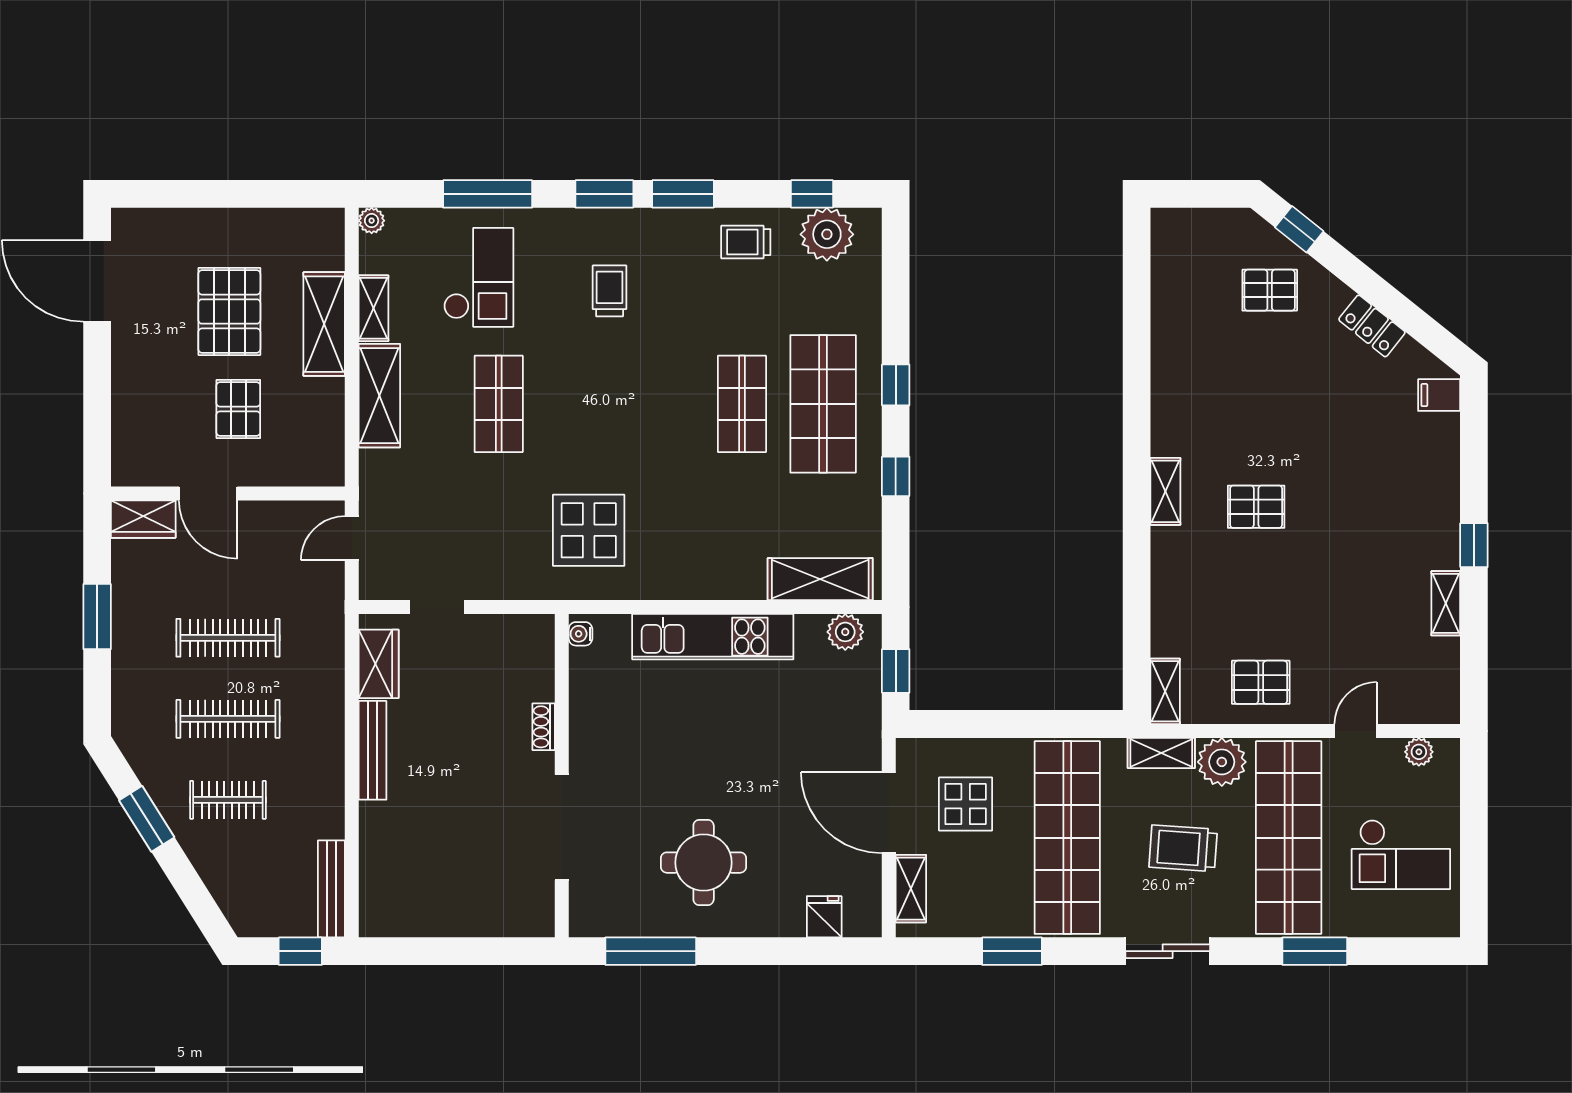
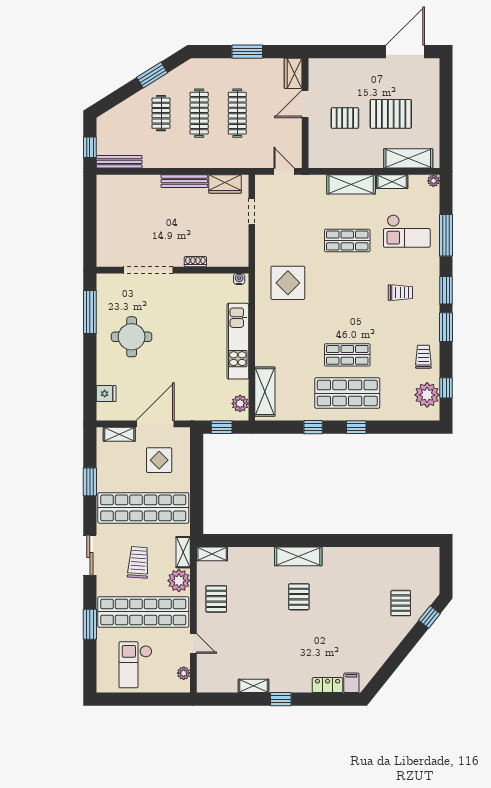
shelving: (324, 324) -> (408, 158), moved
locker: (1372, 326) -> (328, 685), moved, turned 51
shelving: (1165, 491) -> (298, 556), width x1.50, depth x1.33

